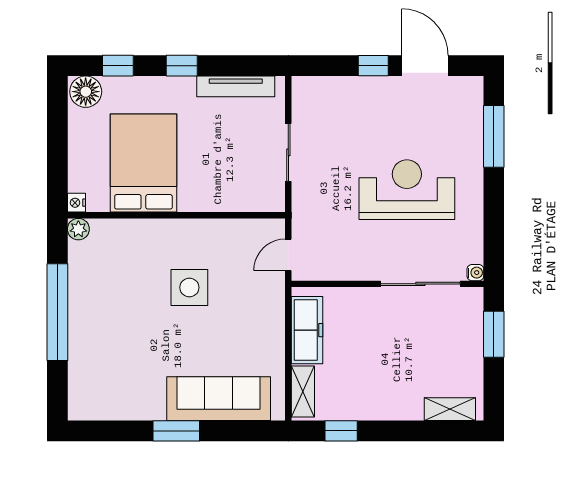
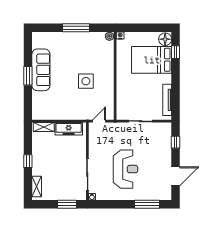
window: (182, 66) -> (176, 78), removed
window: (373, 66) -> (176, 142), moved
bed: (143, 163) -> (152, 60), moved, turned 180
door: (288, 255) -> (99, 121), hinge flipped
window: (57, 312) -> (76, 28), width x0.68
sofa: (219, 399) -> (41, 70), moved
window: (341, 431) -> (28, 161), moved

